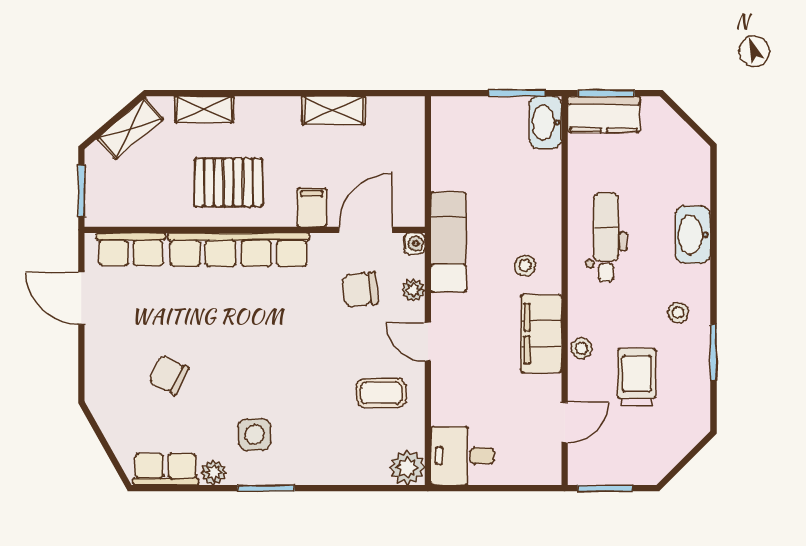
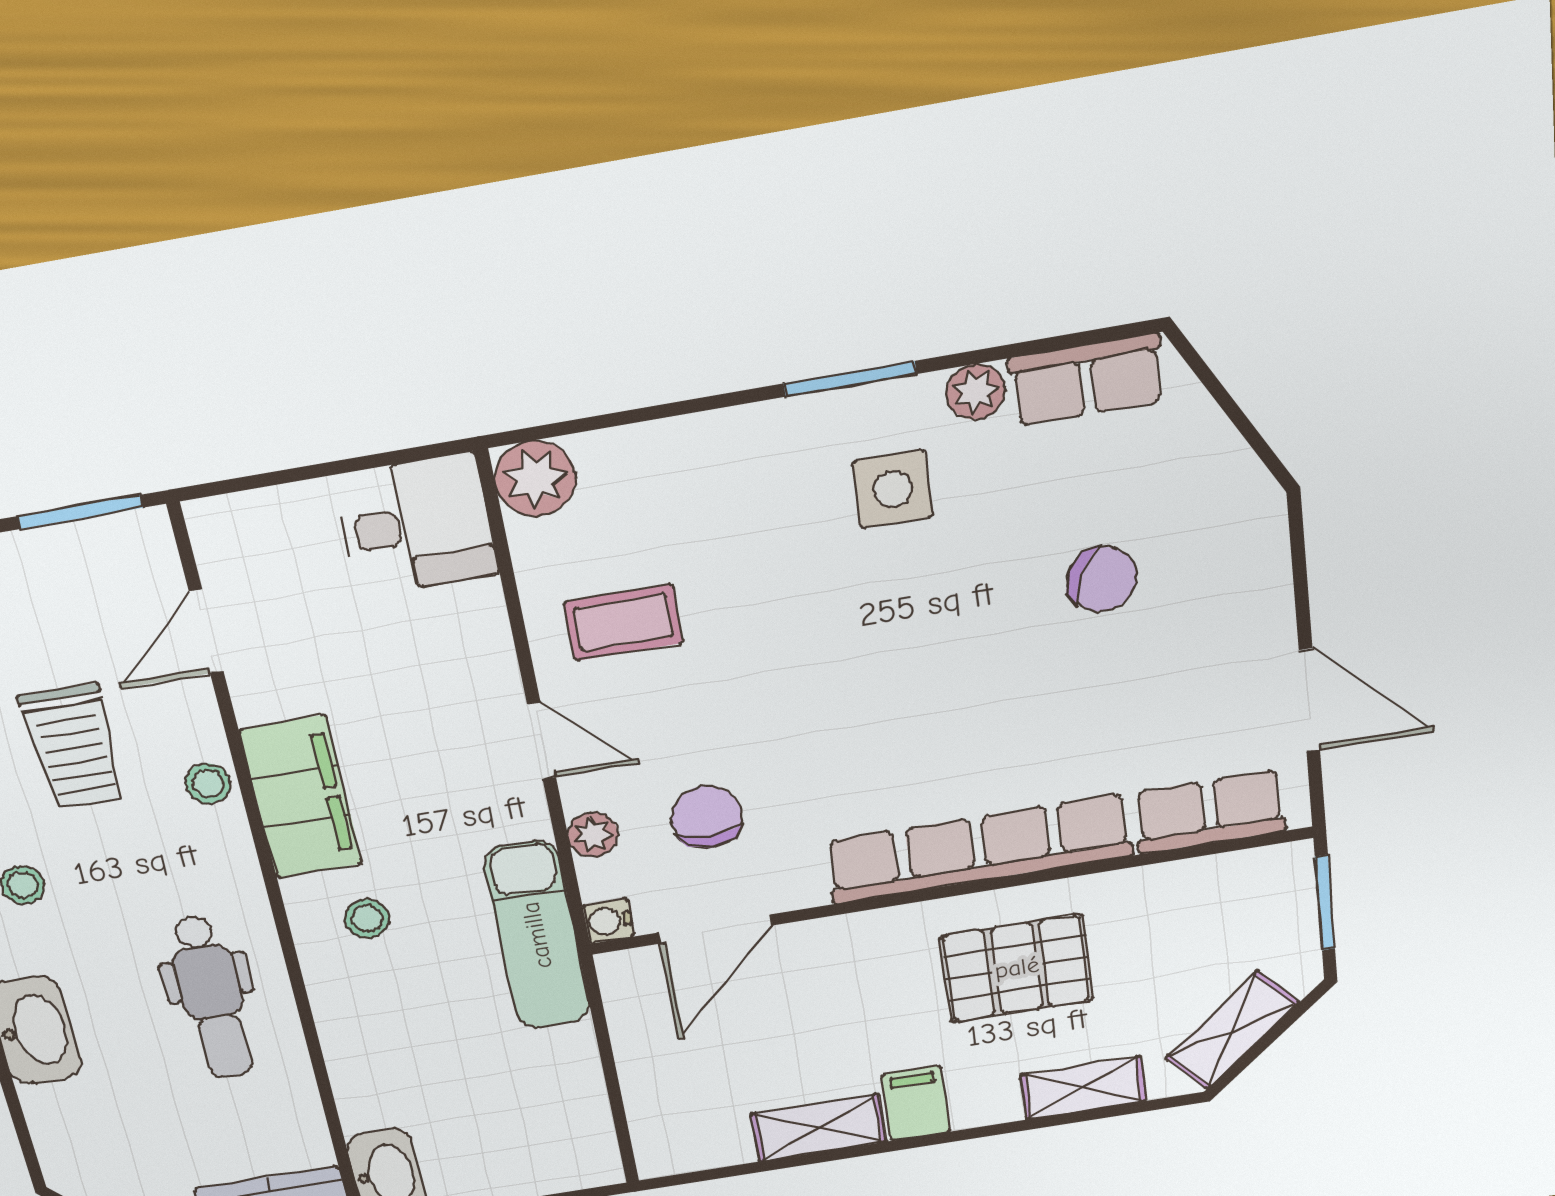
filing cabinet: (312, 207) -> (916, 1103), moved, turned 180
chair: (360, 289) -> (707, 817), turned -84

